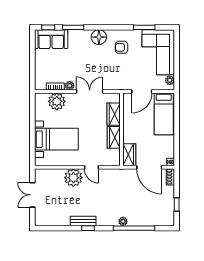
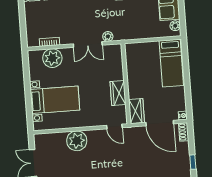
plant: (70, 86) -> (108, 36), moved
double door: (90, 92) -> (88, 44), swing flipped
door: (142, 92) -> (145, 40), removed
wardrobe: (114, 114) -> (116, 68), removed
door: (91, 167) -> (114, 126), moved

